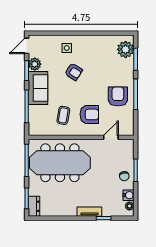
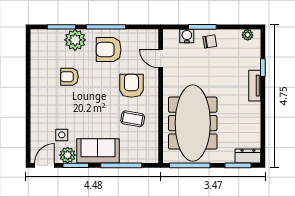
door: (27, 46) -> (45, 165), swing flipped
side table: (67, 48) -> (62, 135), moved
plant: (126, 49) -> (75, 40), moved
armchair: (73, 72) -> (69, 77), moved, turned -122
water cooler: (128, 195) -> (187, 36), moved

